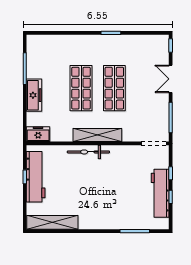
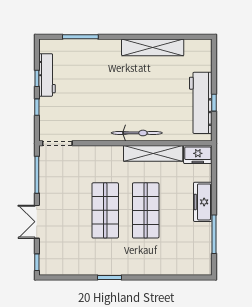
double door: (171, 79) -> (37, 222), swing flipped
shelving: (97, 135) -> (153, 153), moved
workbench: (160, 193) -> (47, 75), width x0.73, depth x0.76
shelving: (52, 222) -> (153, 47), moved

